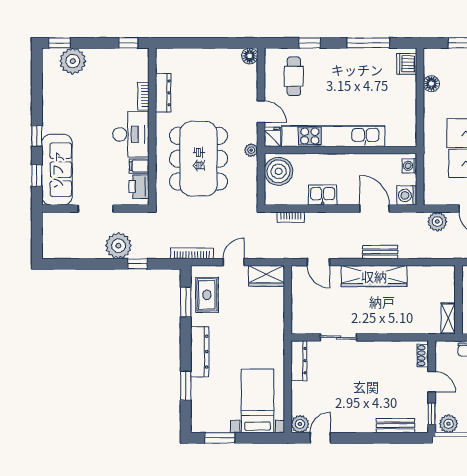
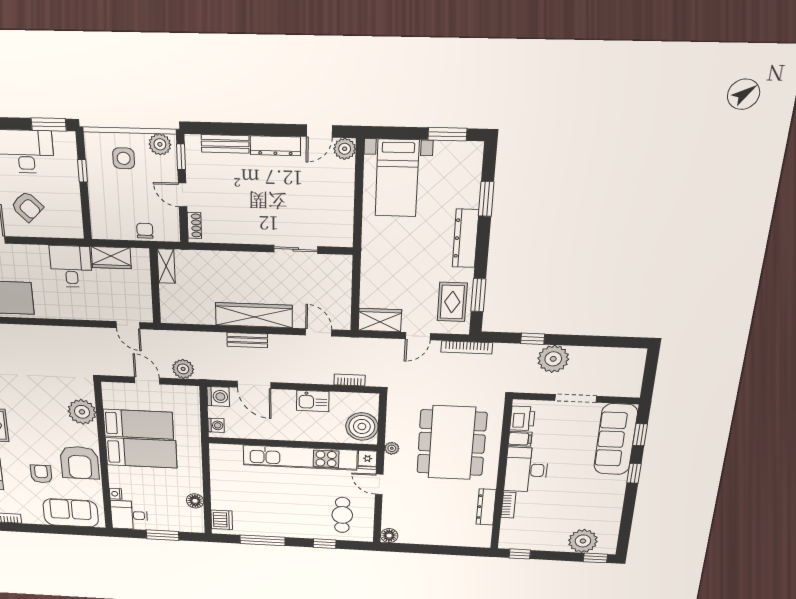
dresser: (299, 361) -> (275, 146), moved, turned -90

